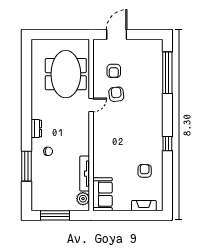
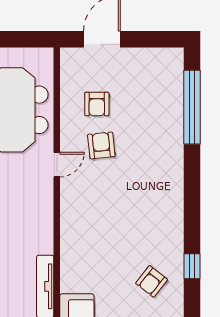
window: (167, 144) -> (192, 266), moved
armchair: (145, 171) -> (152, 281), turned -143

